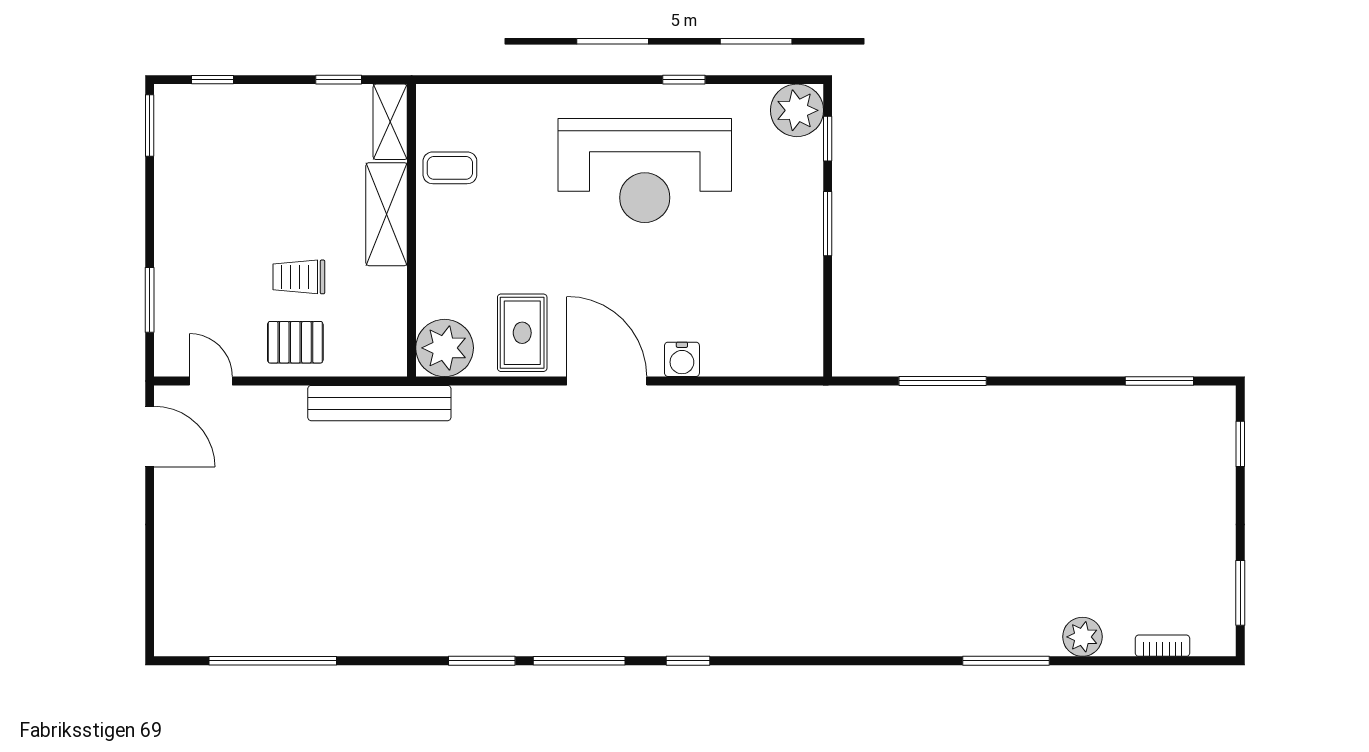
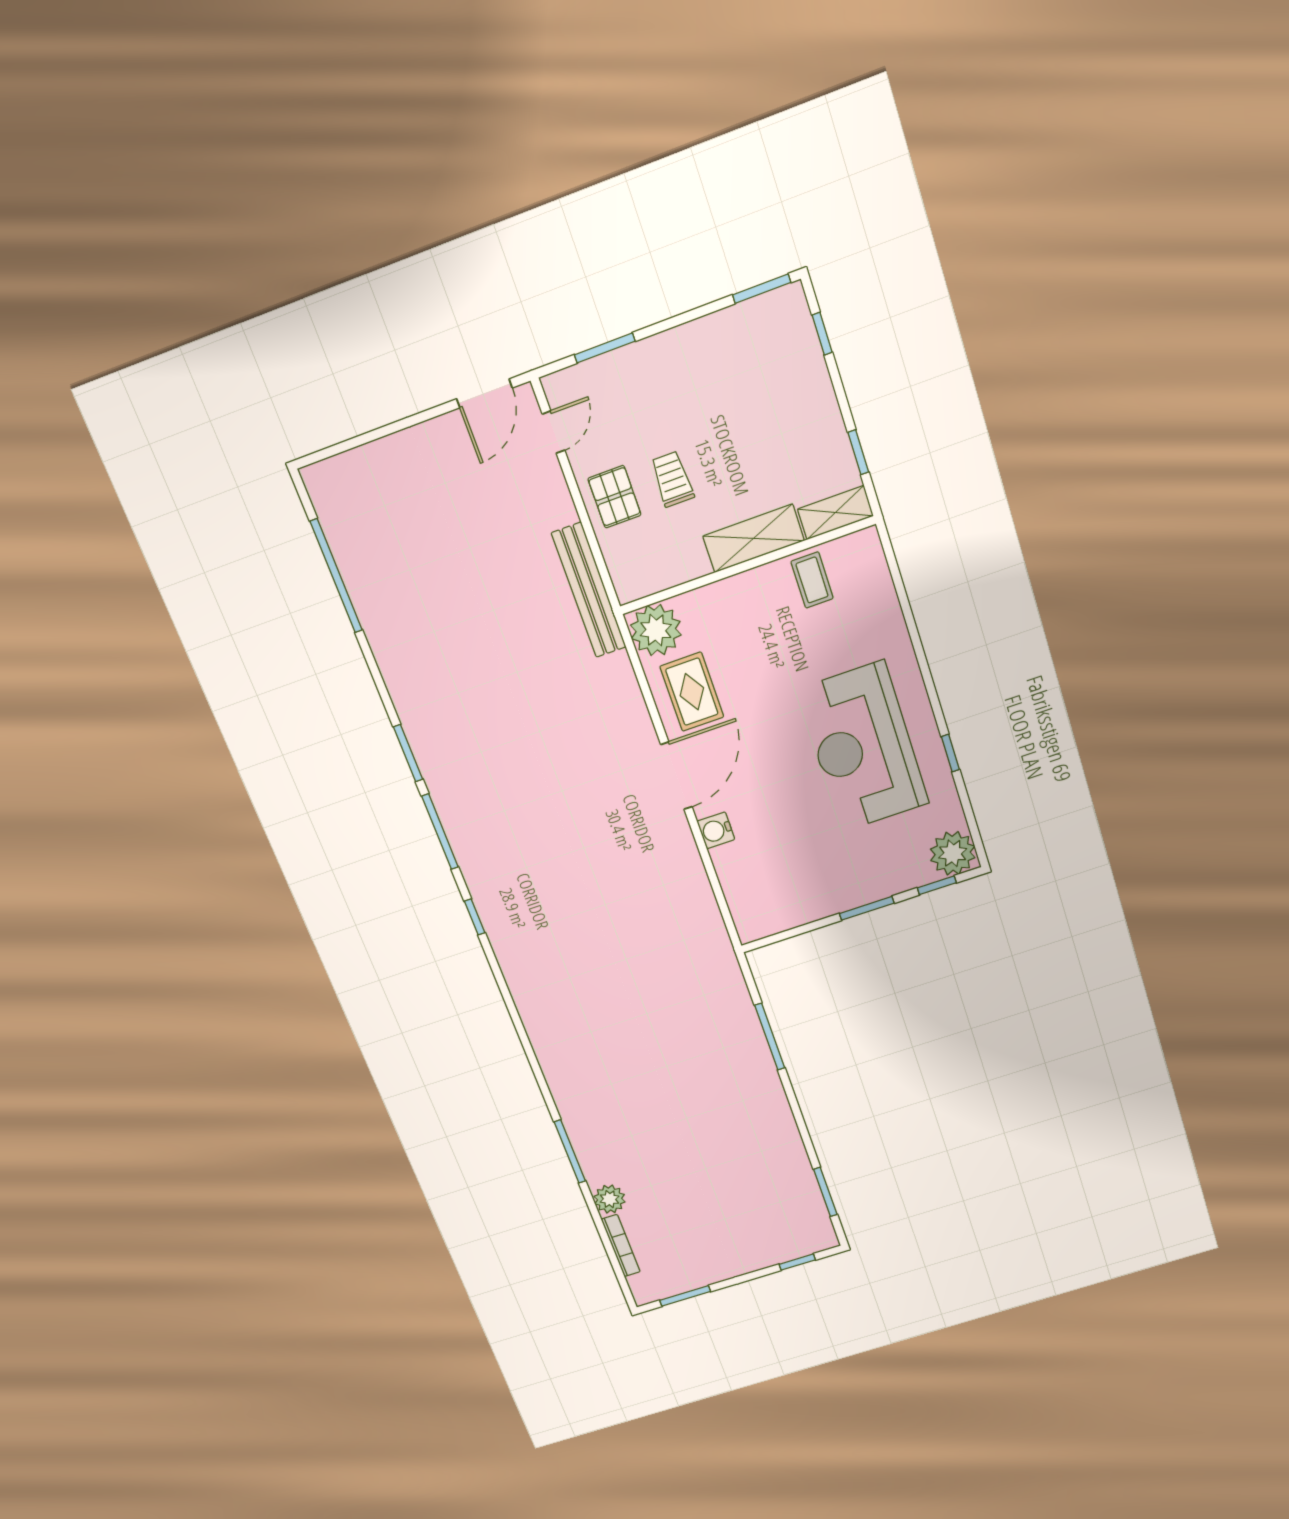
rug: (522, 333) -> (692, 692), turned 90
bookcase: (1163, 646) -> (621, 1246), width x1.56

